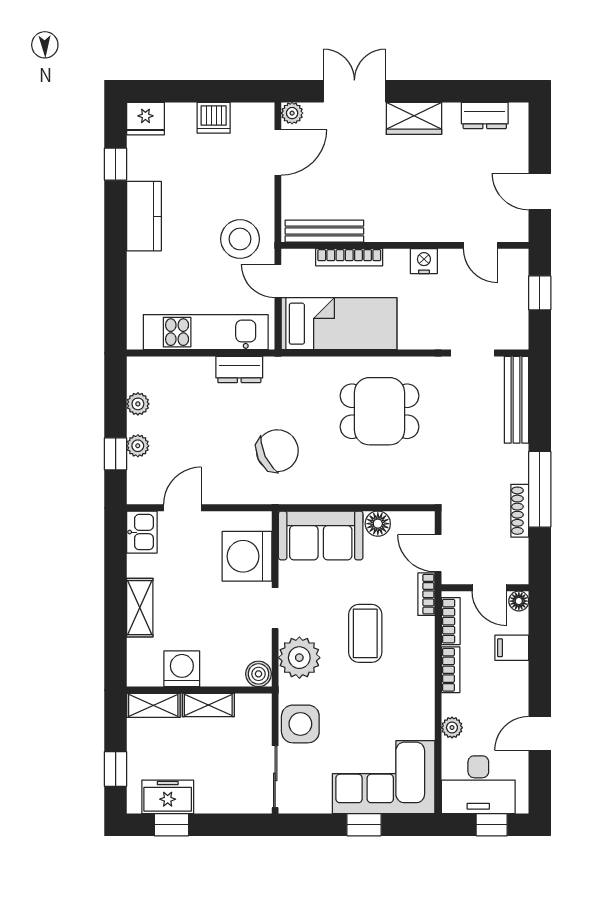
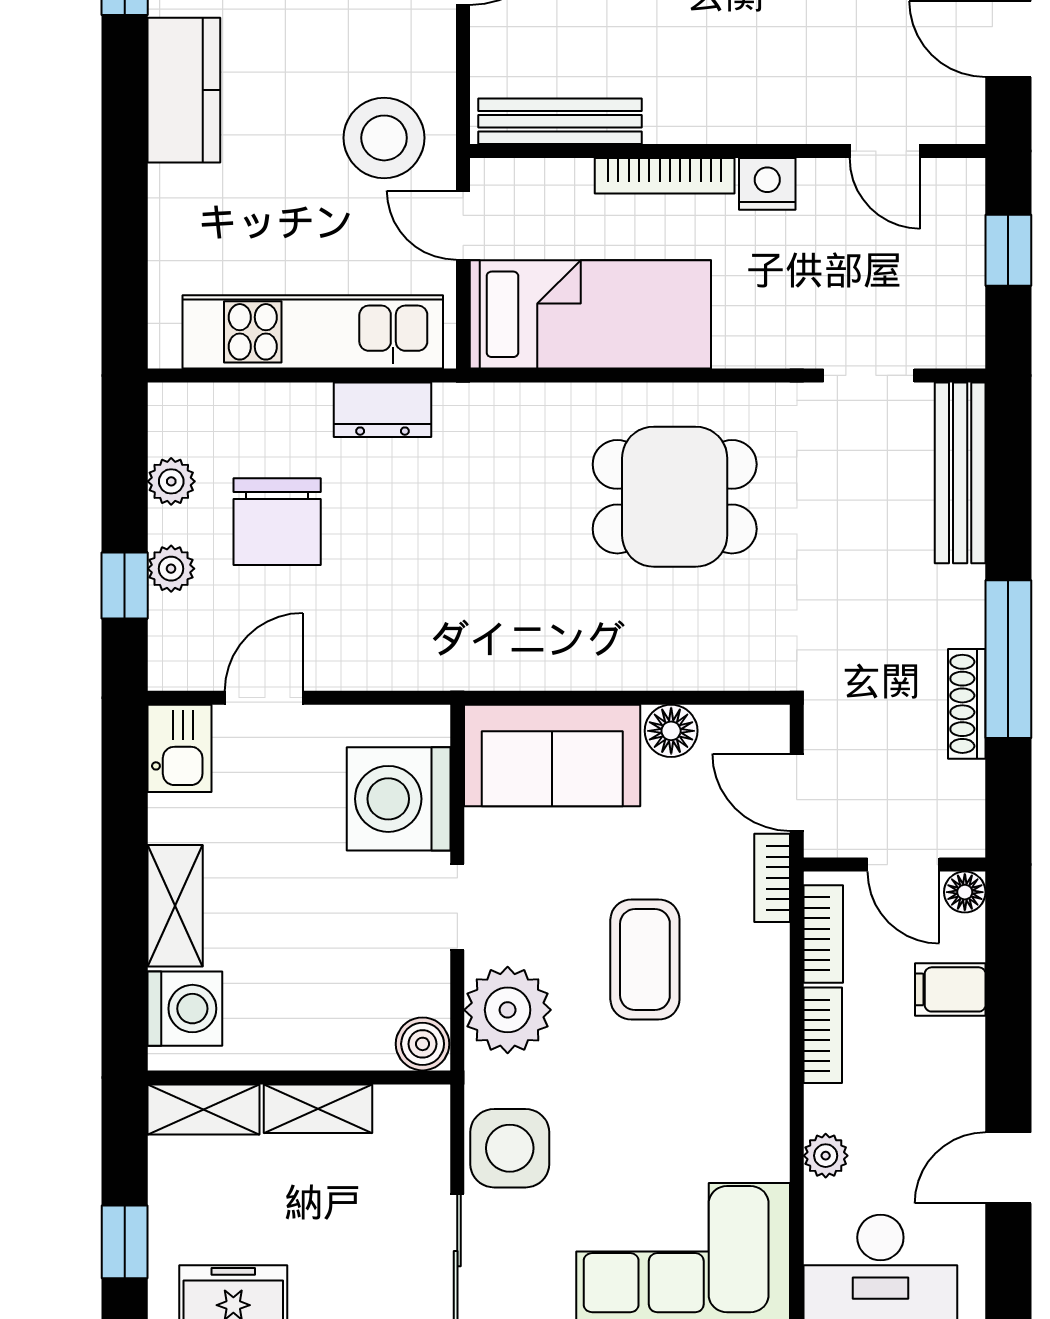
bookcase: (349, 257) -> (665, 176), moved
chair: (277, 451) -> (277, 522), moved, turned 115
washing machine: (182, 669) -> (185, 1009), moved, turned 90

